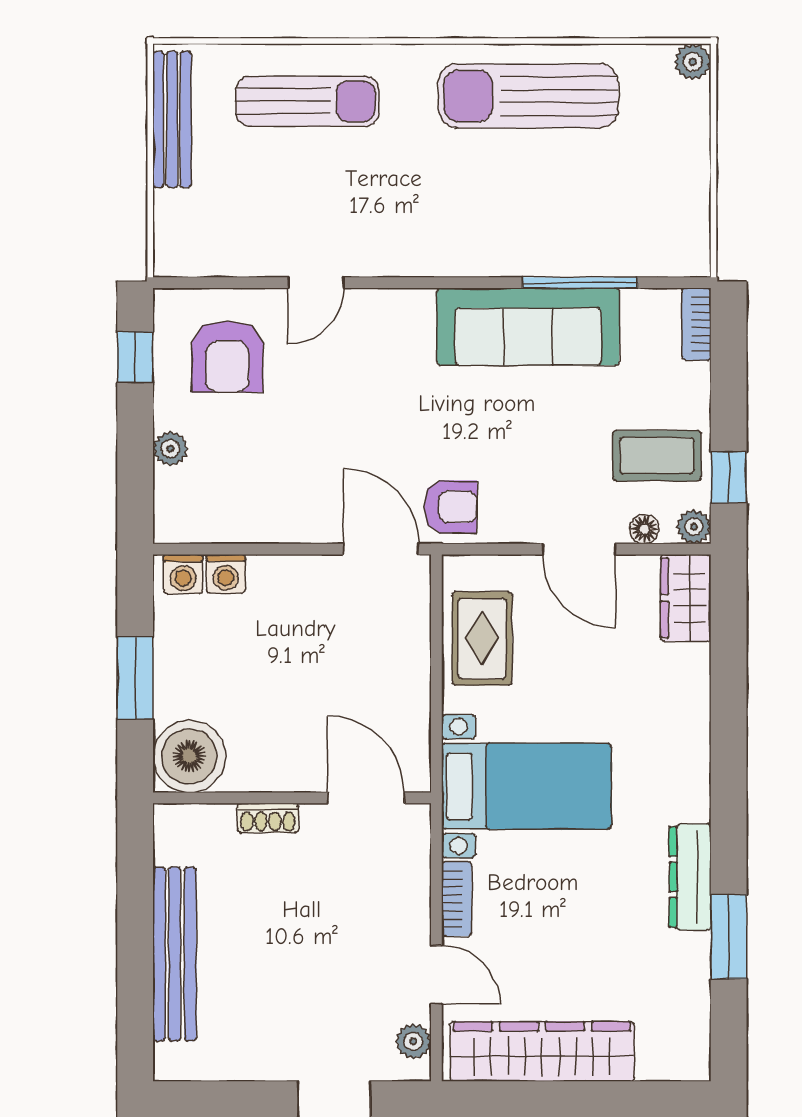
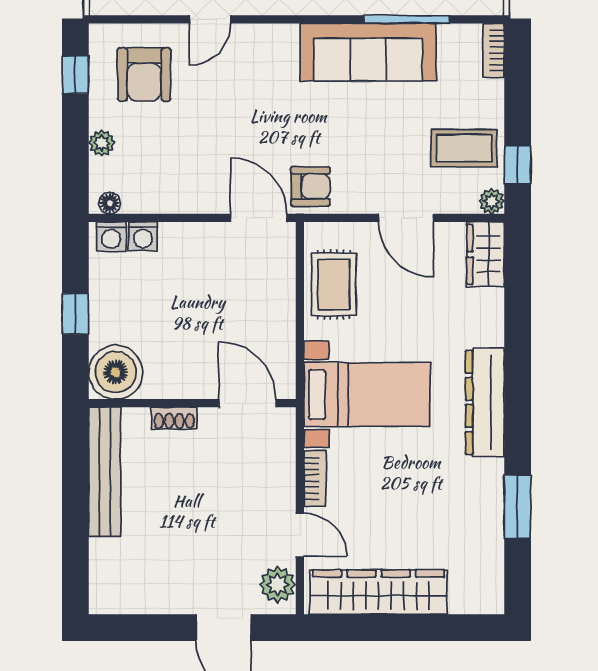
floor lamp: (644, 529) -> (110, 203), moved
window: (135, 678) -> (75, 314), width x0.67
dresser: (690, 877) -> (485, 402), moved, width x1.37, depth x1.24
bench: (175, 954) -> (105, 472), moved
plant: (413, 1041) -> (278, 585), width x1.38, depth x1.38

